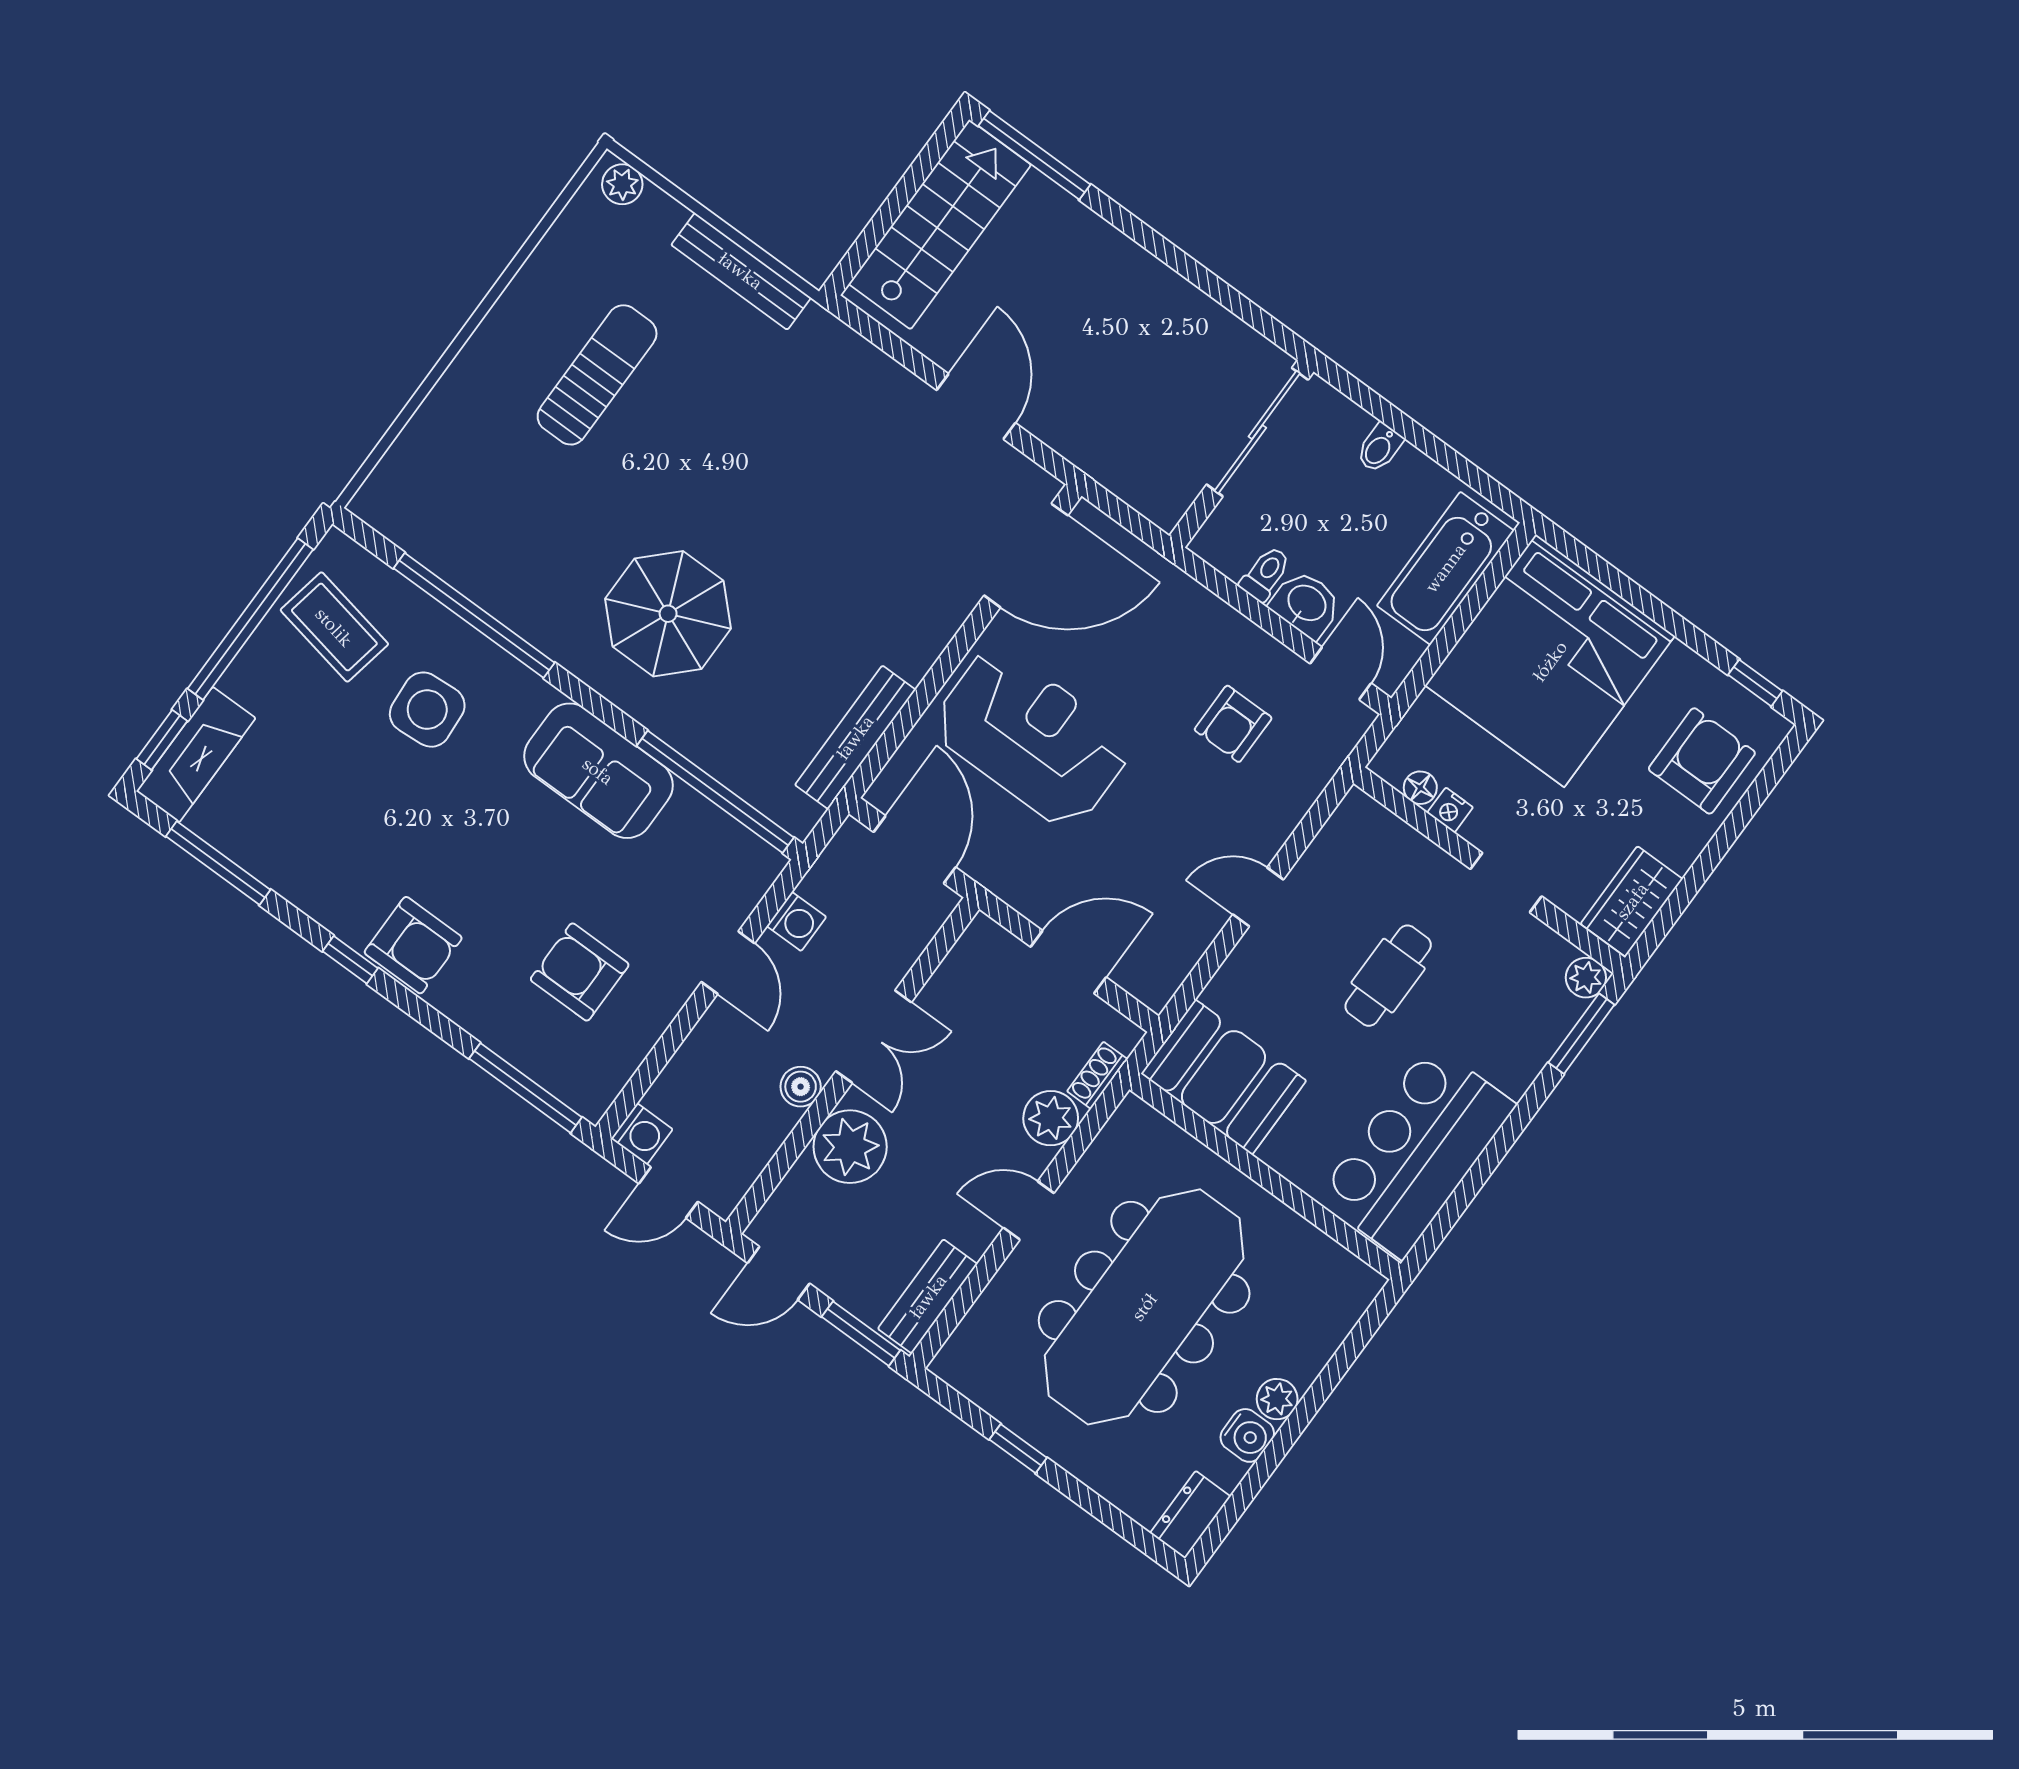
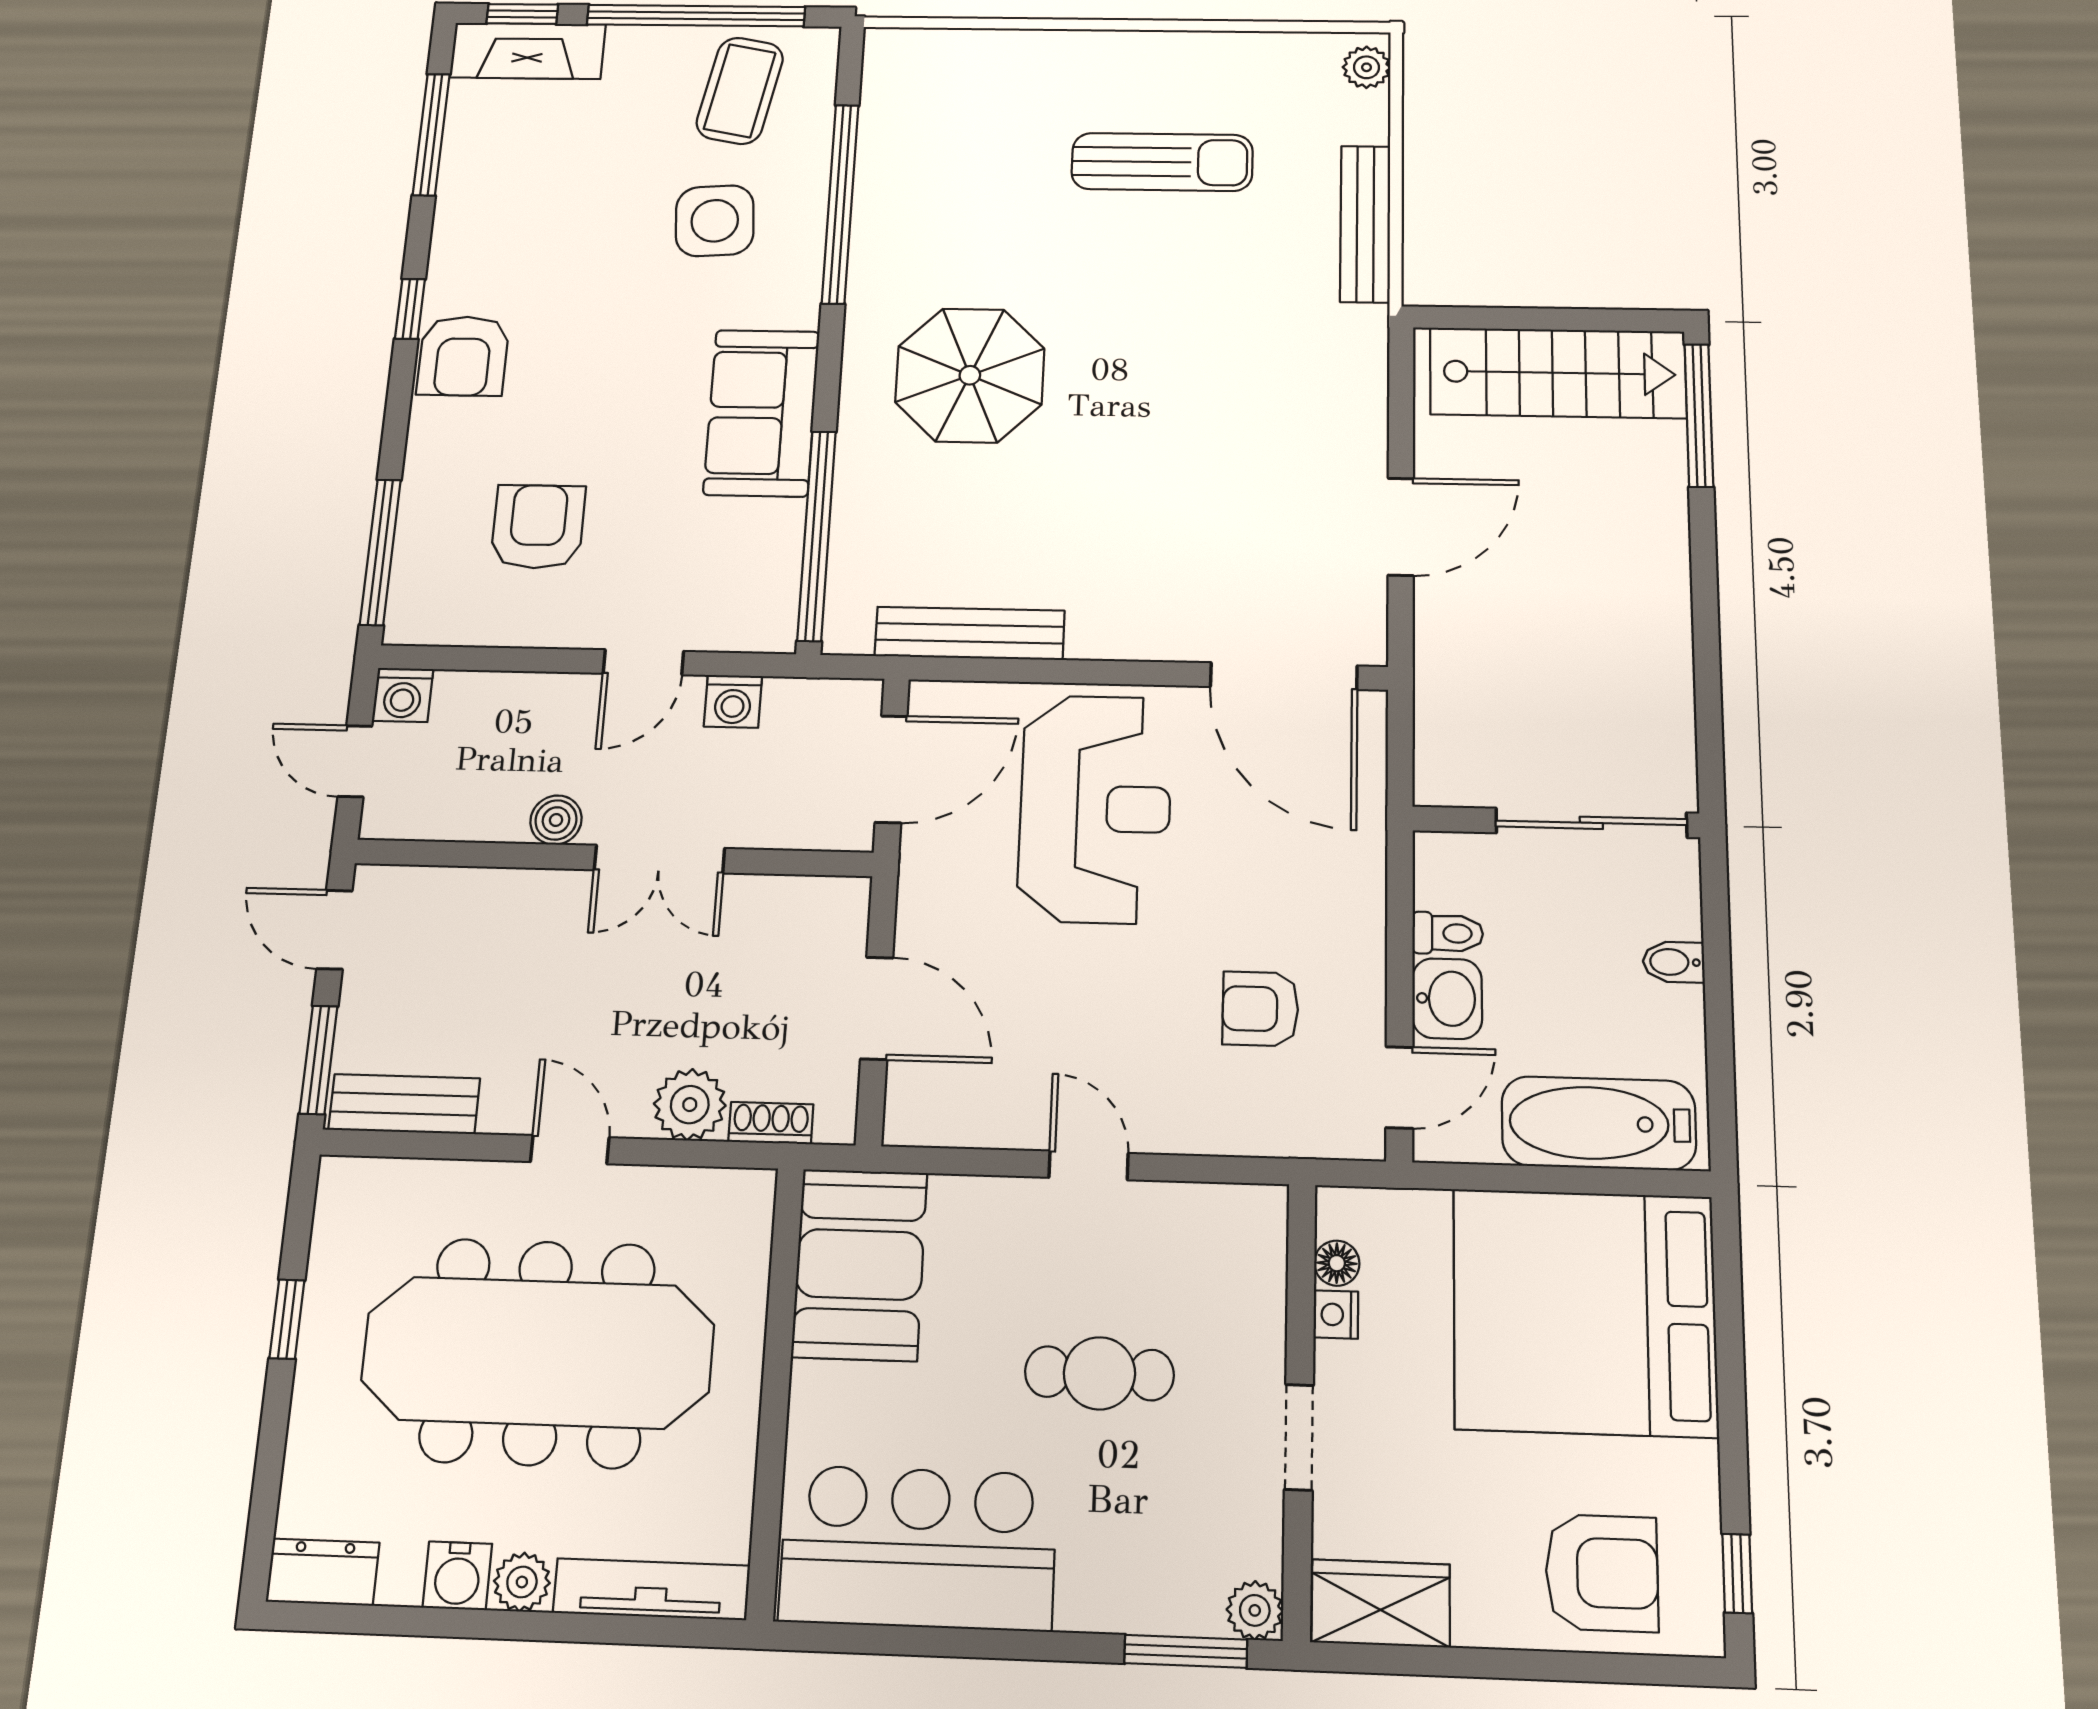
plant: (850, 1147) -> (522, 913), removed
tv unit: (1333, 1325) -> (651, 1589), added

